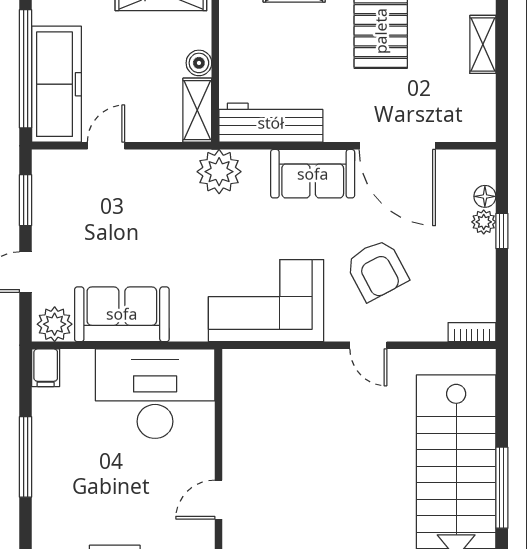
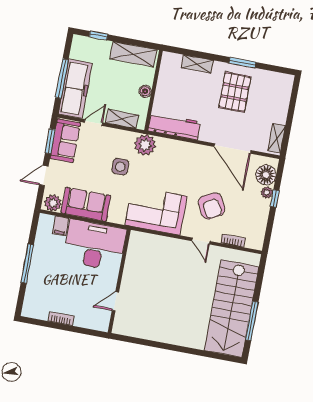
shelving: (483, 44) -> (277, 138), moved
window: (26, 69) -> (62, 79), width x0.68
shelving: (197, 110) -> (122, 119), moved, turned 90
sofa: (313, 174) -> (65, 141), moved, turned -90
floor lamp: (485, 196) -> (266, 175), width x1.89, depth x1.89
side table: (177, 225) -> (120, 167), added
bookcase: (472, 332) -> (233, 241), moved
filing cabinet: (46, 368) -> (61, 226), moved

